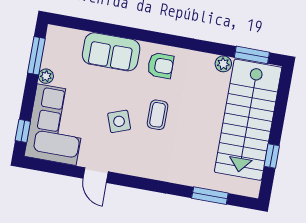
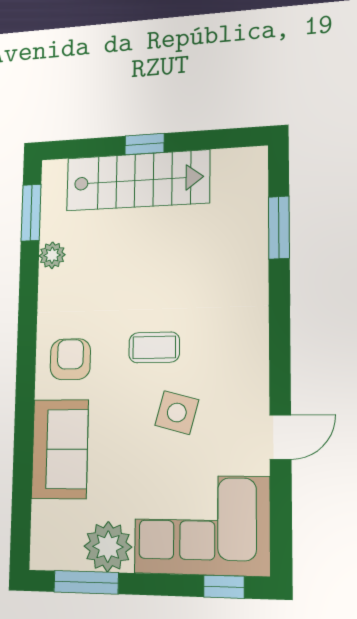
plant: (46, 76) -> (108, 547), width x1.87, depth x1.87
stairs: (248, 120) -> (137, 180), width x0.73, depth x0.66
side table: (119, 121) -> (177, 413), turned 35
window: (272, 156) -> (144, 144), moved

